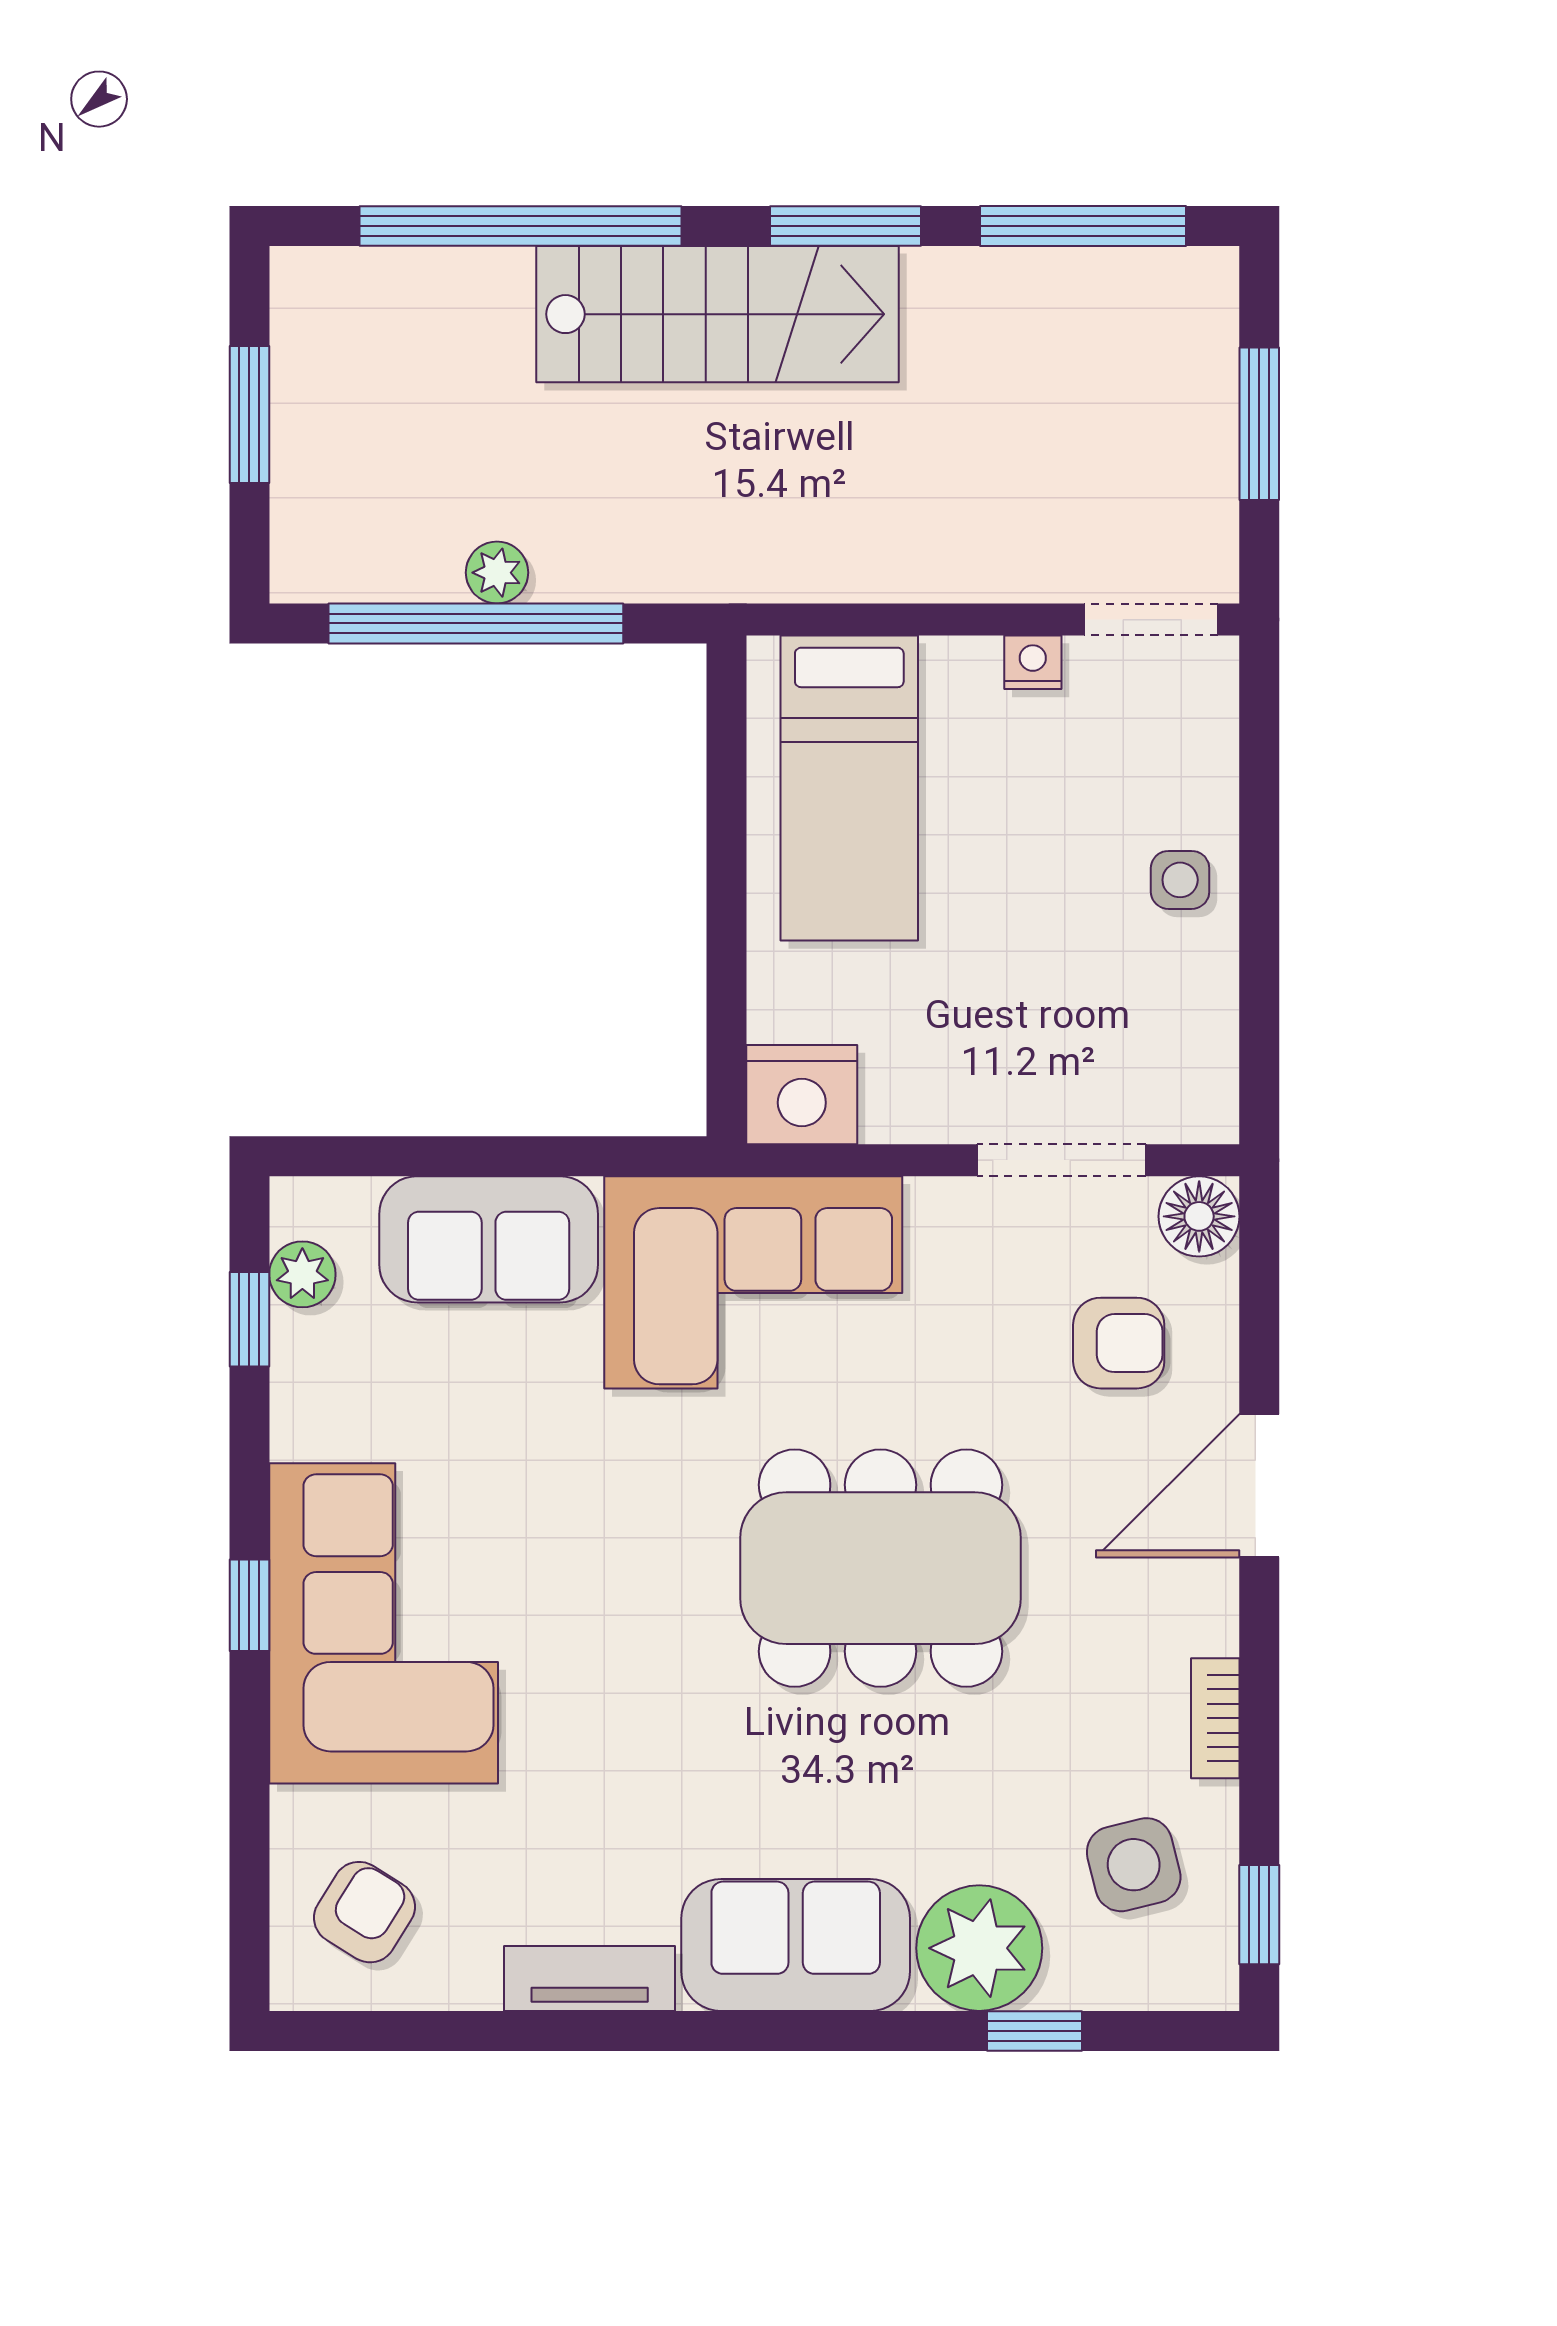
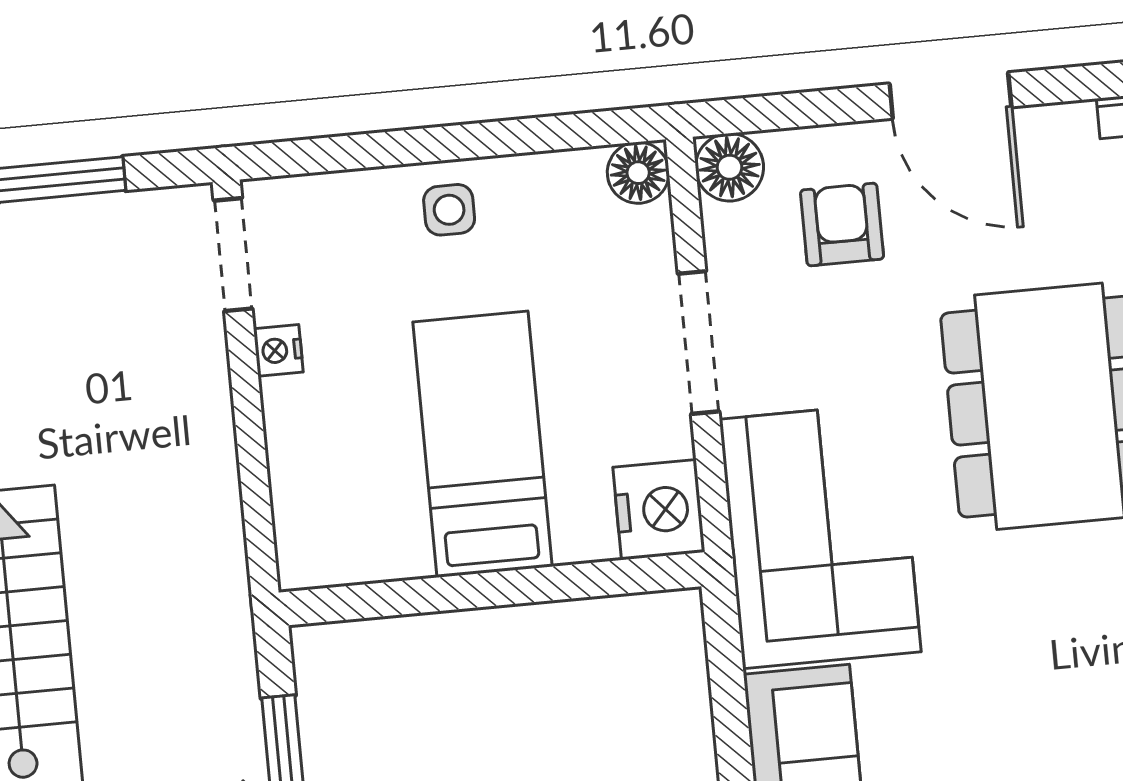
bed: (849, 788) -> (482, 444), moved, turned -90
floor lamp: (1203, 1108) -> (638, 173), added
doorway: (1061, 1160) -> (699, 342), moved

